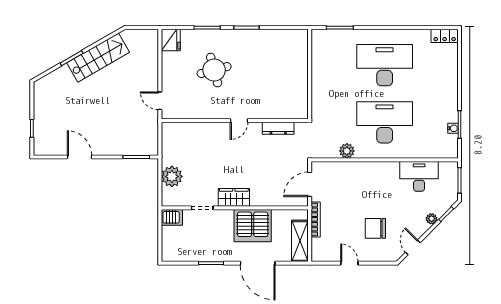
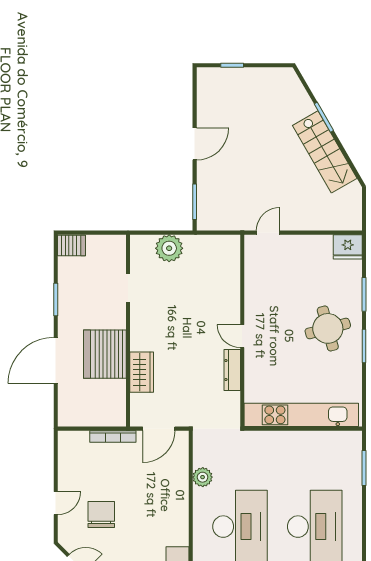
round table: (214, 70) -> (328, 328), moved
kitchen unit: (299, 76) -> (301, 415), added
dresser: (278, 128) -> (232, 370), moved
door: (80, 157) -> (195, 144), moved
door: (310, 184) -> (159, 429), swing flipped
wardrobe: (234, 197) -> (142, 372), moved
server rack: (172, 217) -> (71, 246), moved, turned -90
shelving: (300, 241) -> (85, 416), removed
door: (349, 263) -> (56, 503), moved

